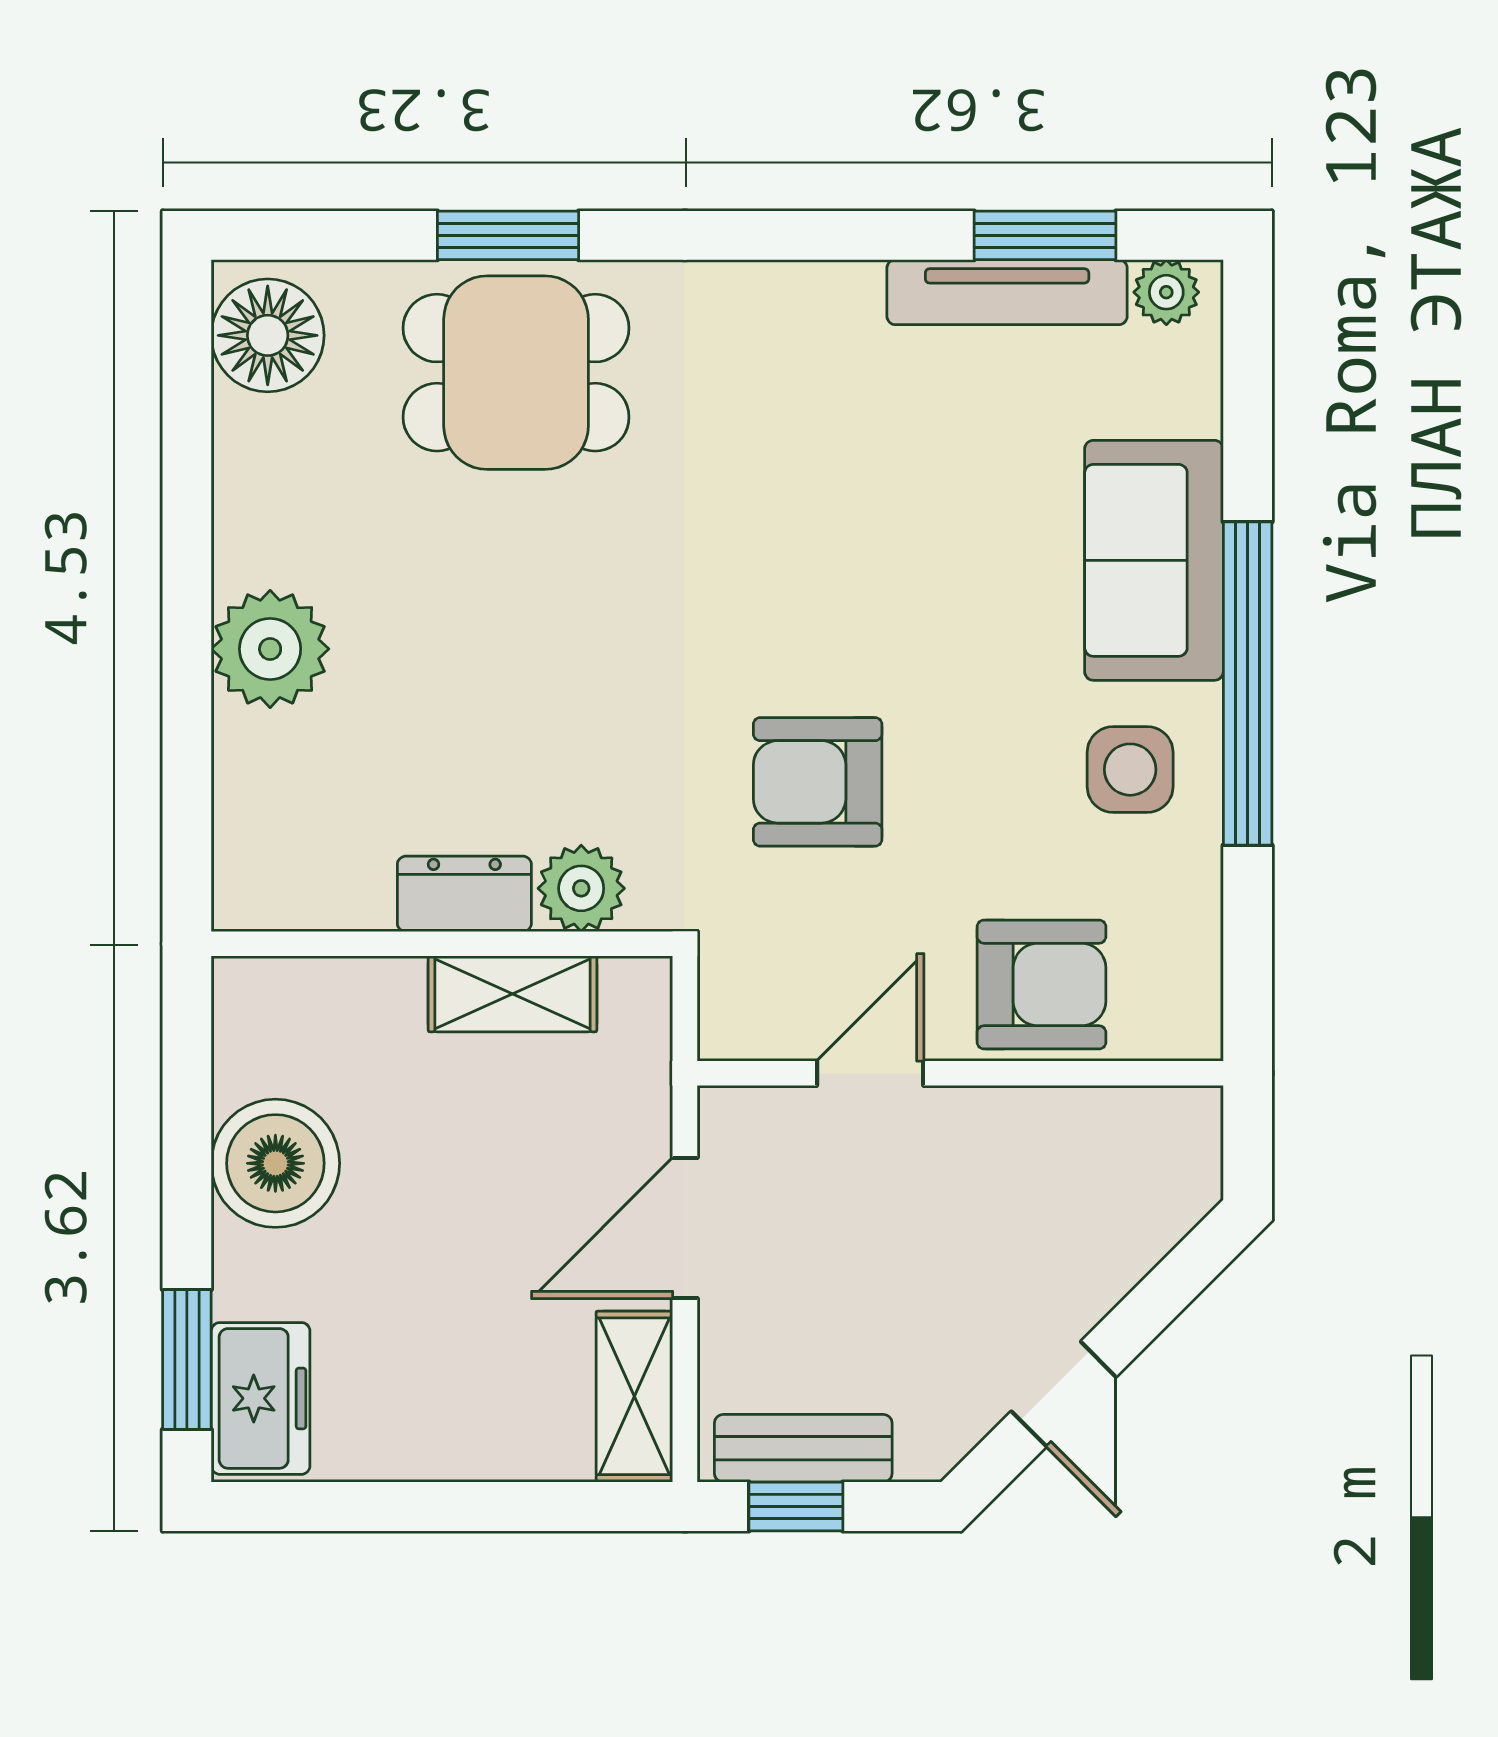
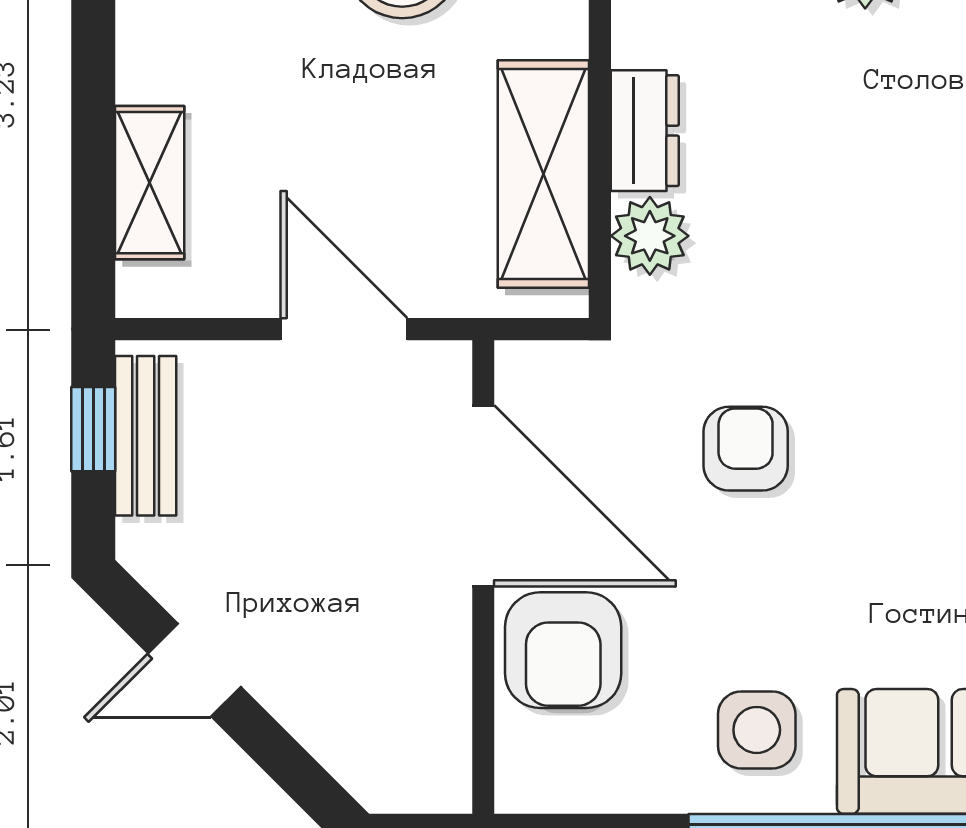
armchair: (818, 782) -> (746, 449), width x0.72, depth x0.72
shelving: (512, 994) -> (543, 174), width x1.50, depth x1.33
door: (870, 1073) -> (483, 496), width x1.88
shelving: (634, 1396) -> (150, 183), moved, turned 90

